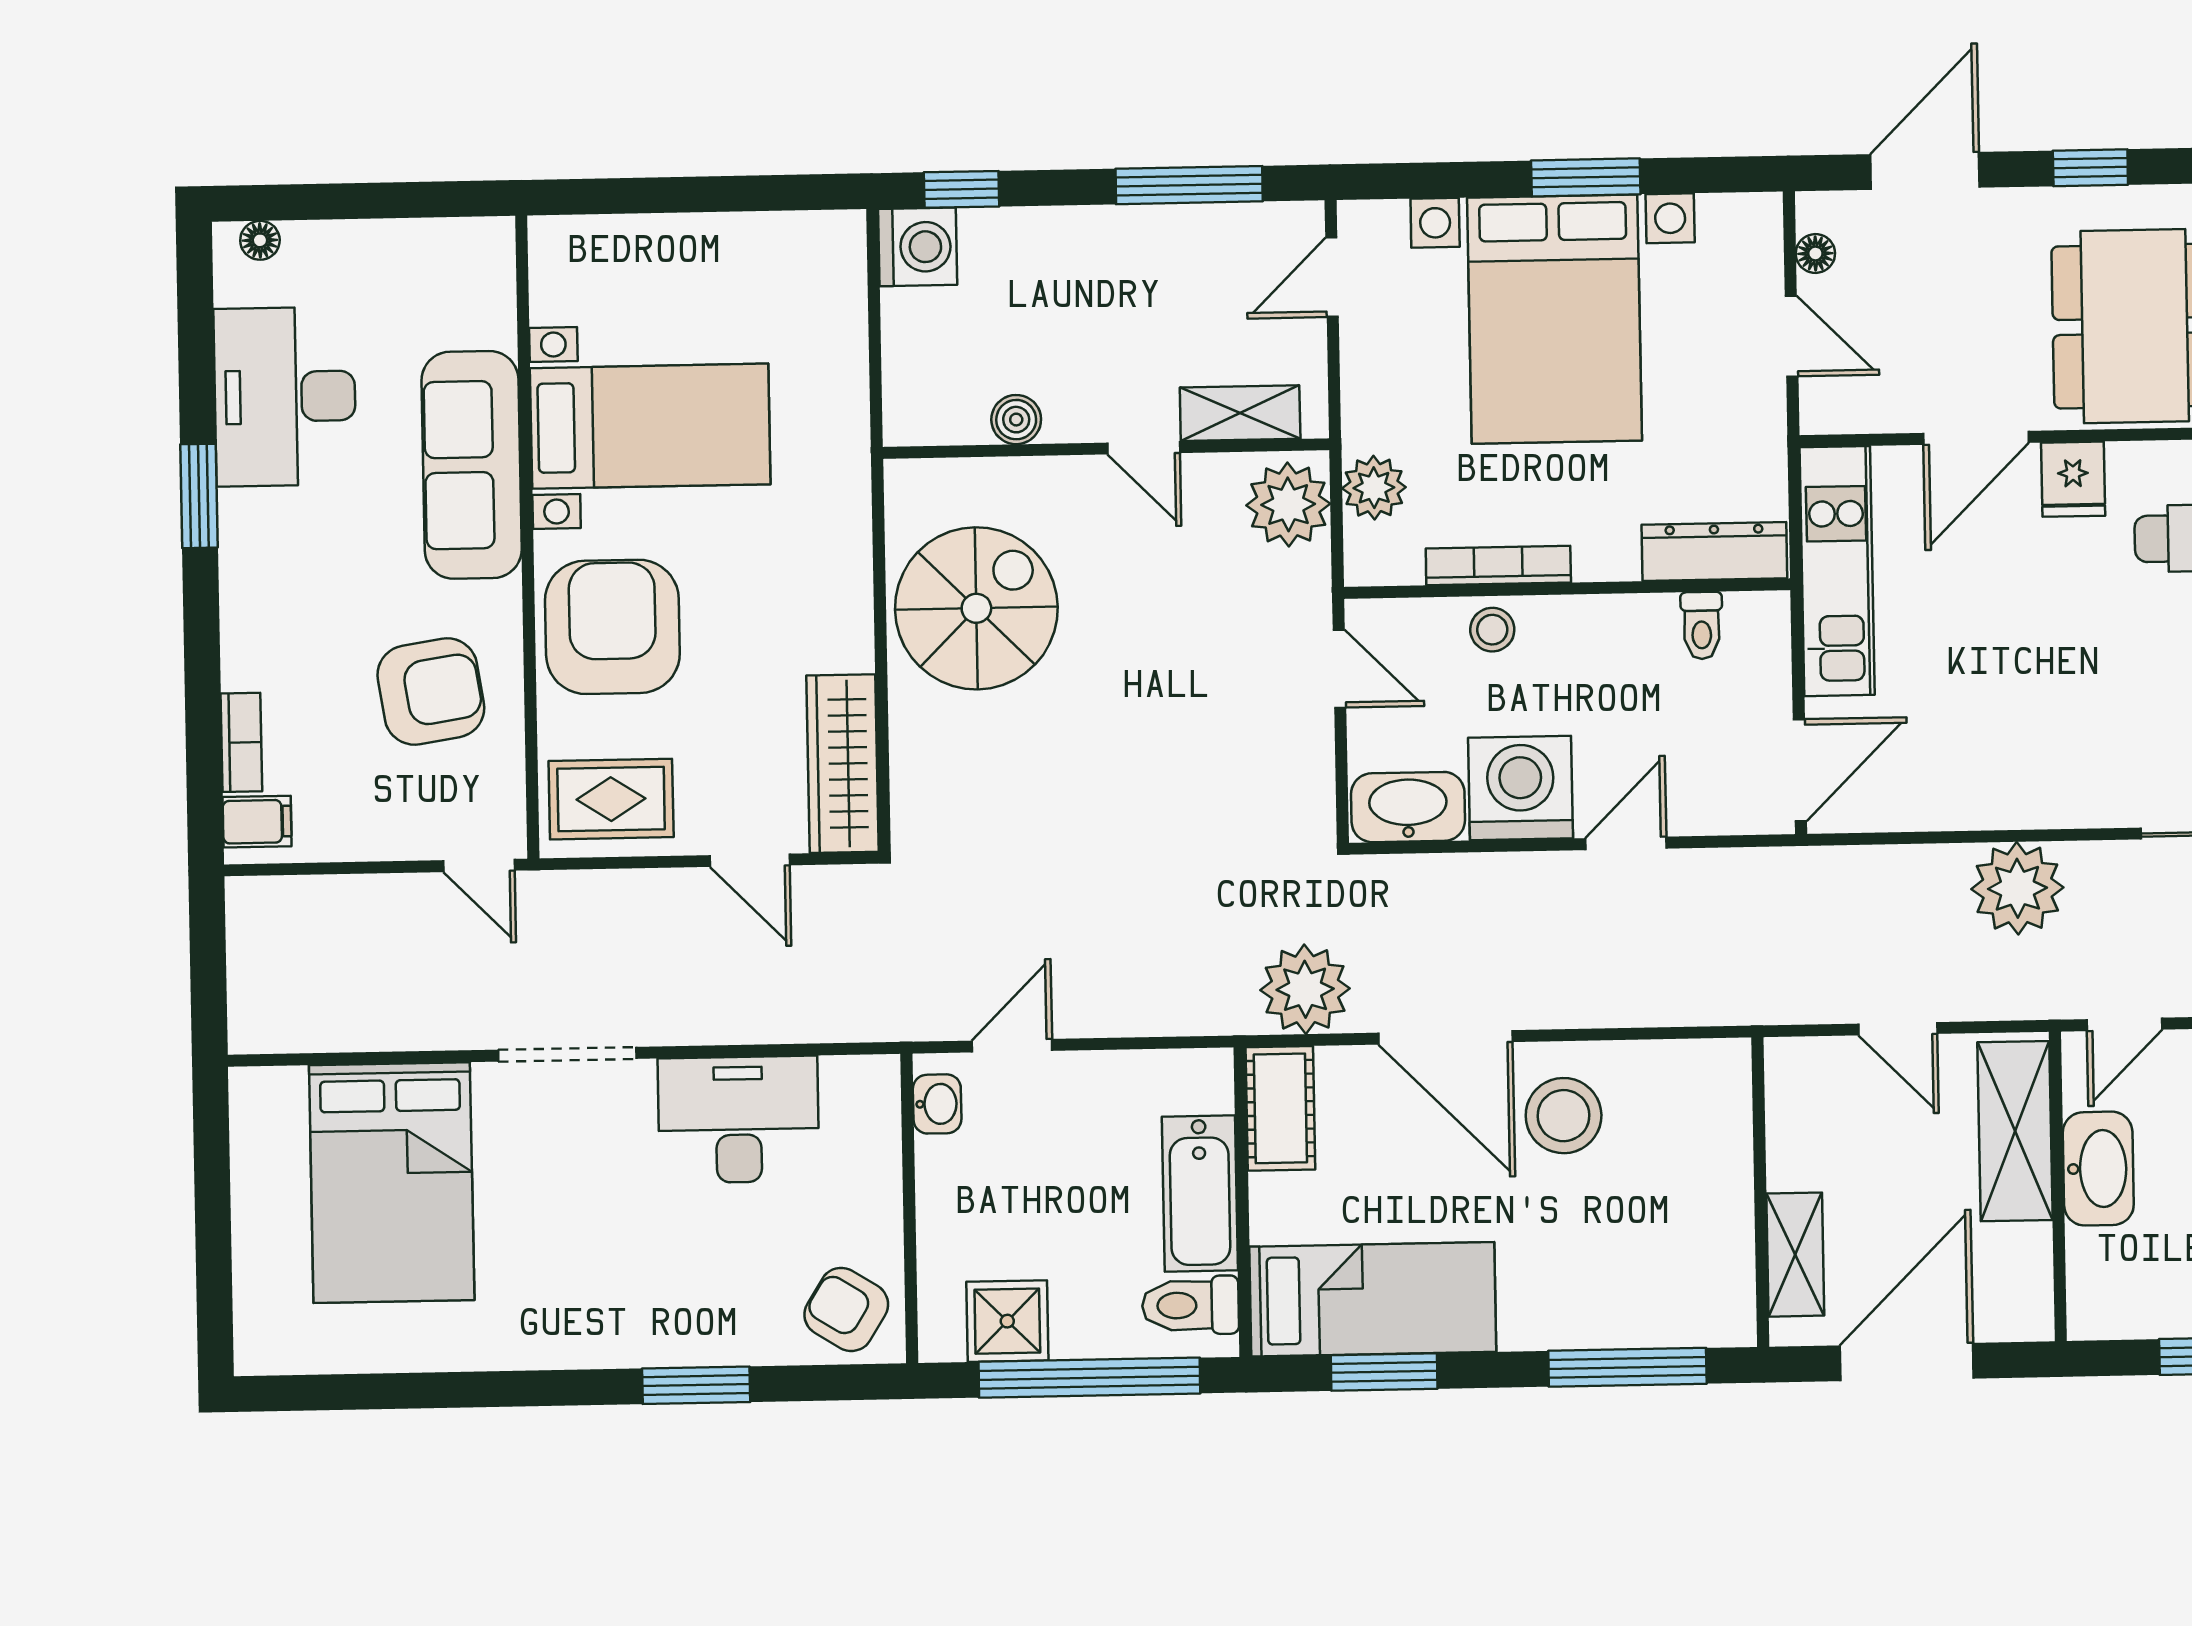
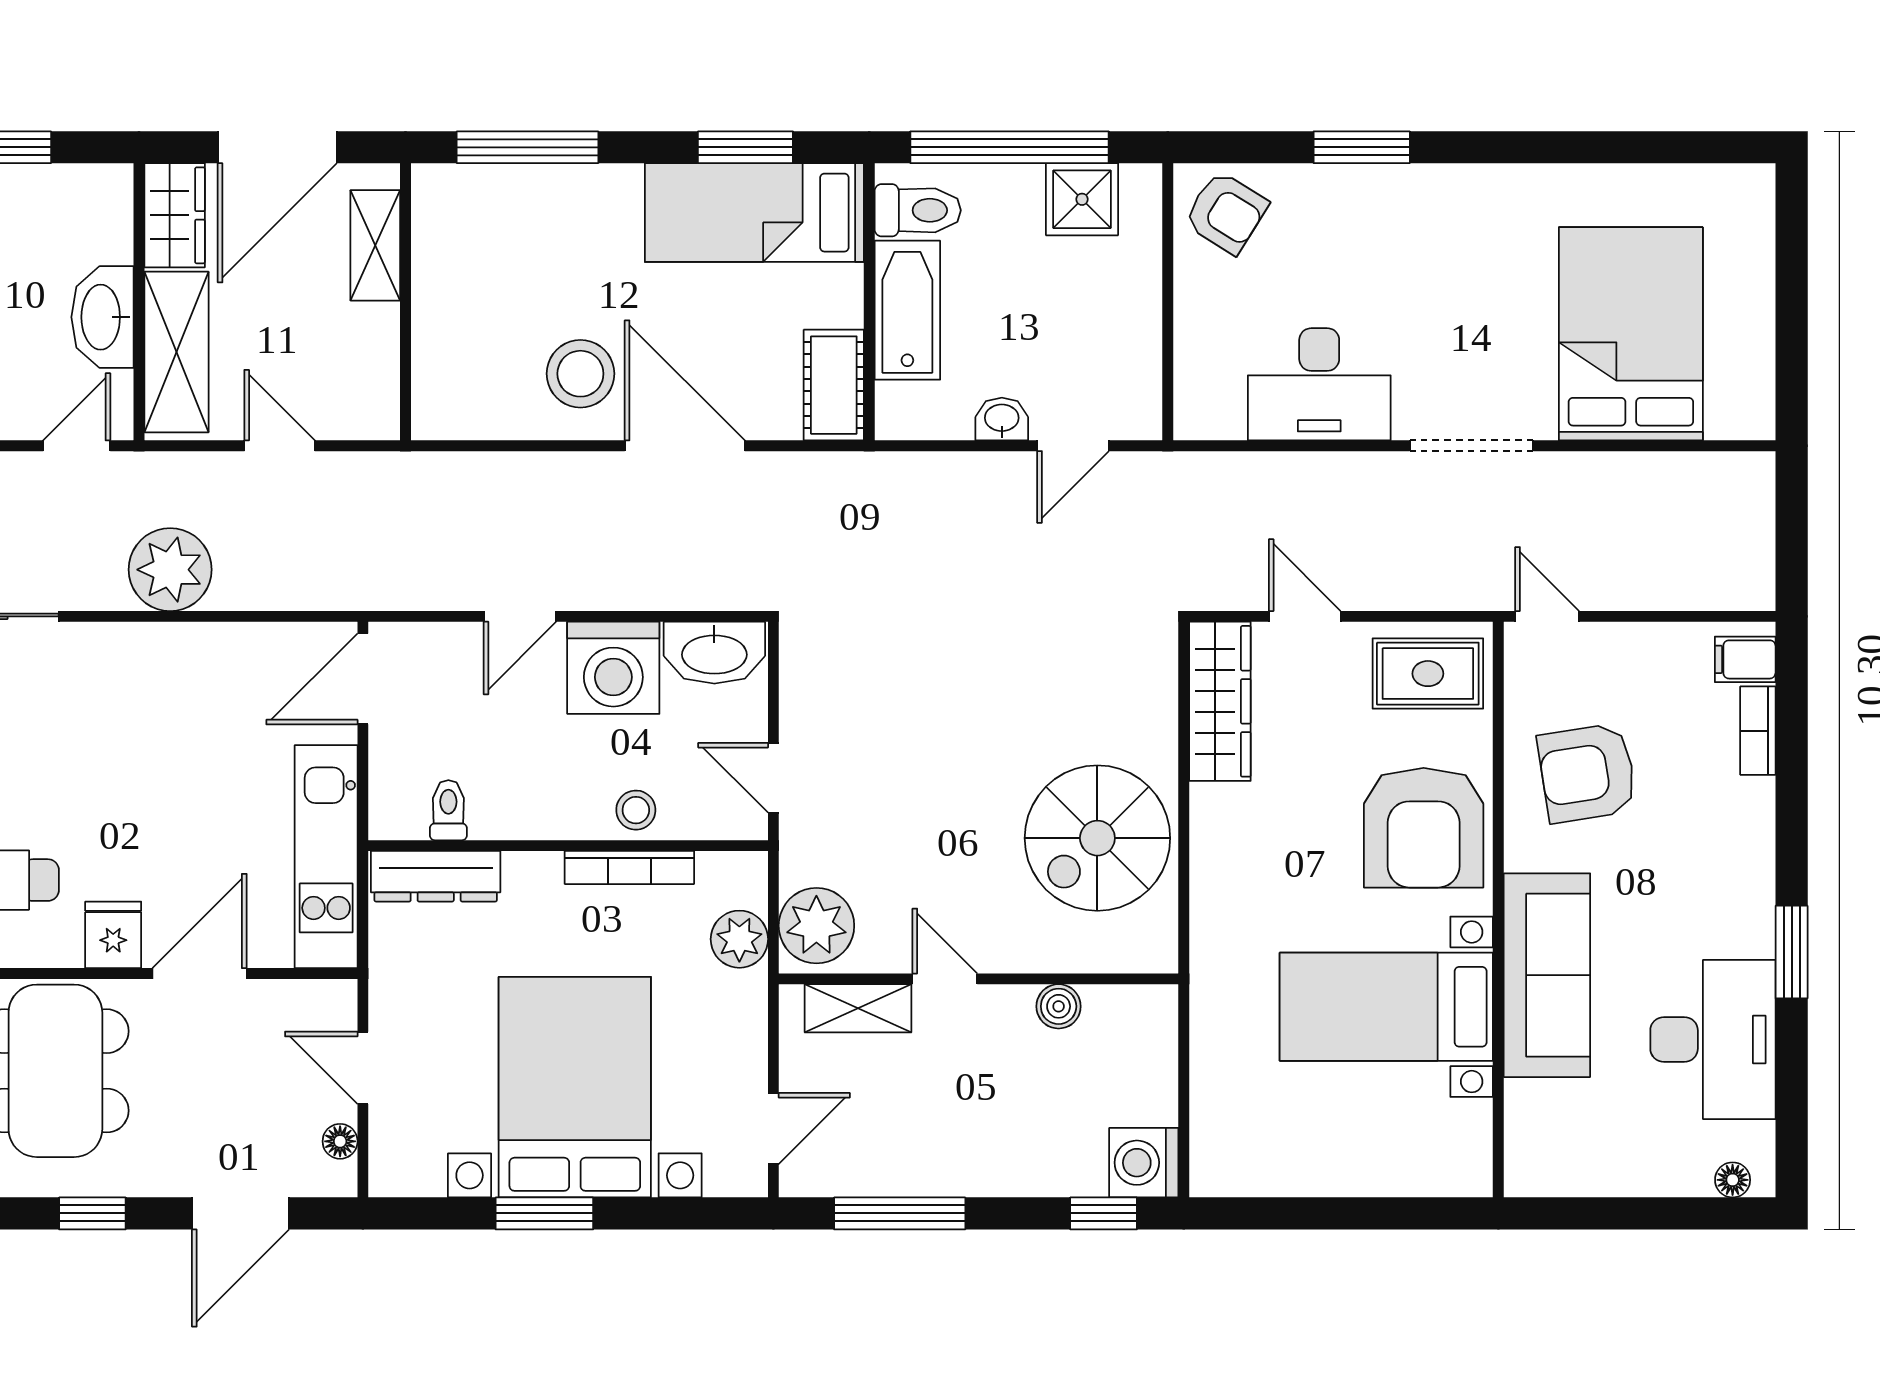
plant: (1305, 989) -> (810, 491), removed
washbasin: (937, 1104) -> (1002, 419), moved, turned 90
wardrobe: (2020, 1284) -> (175, 215), added

